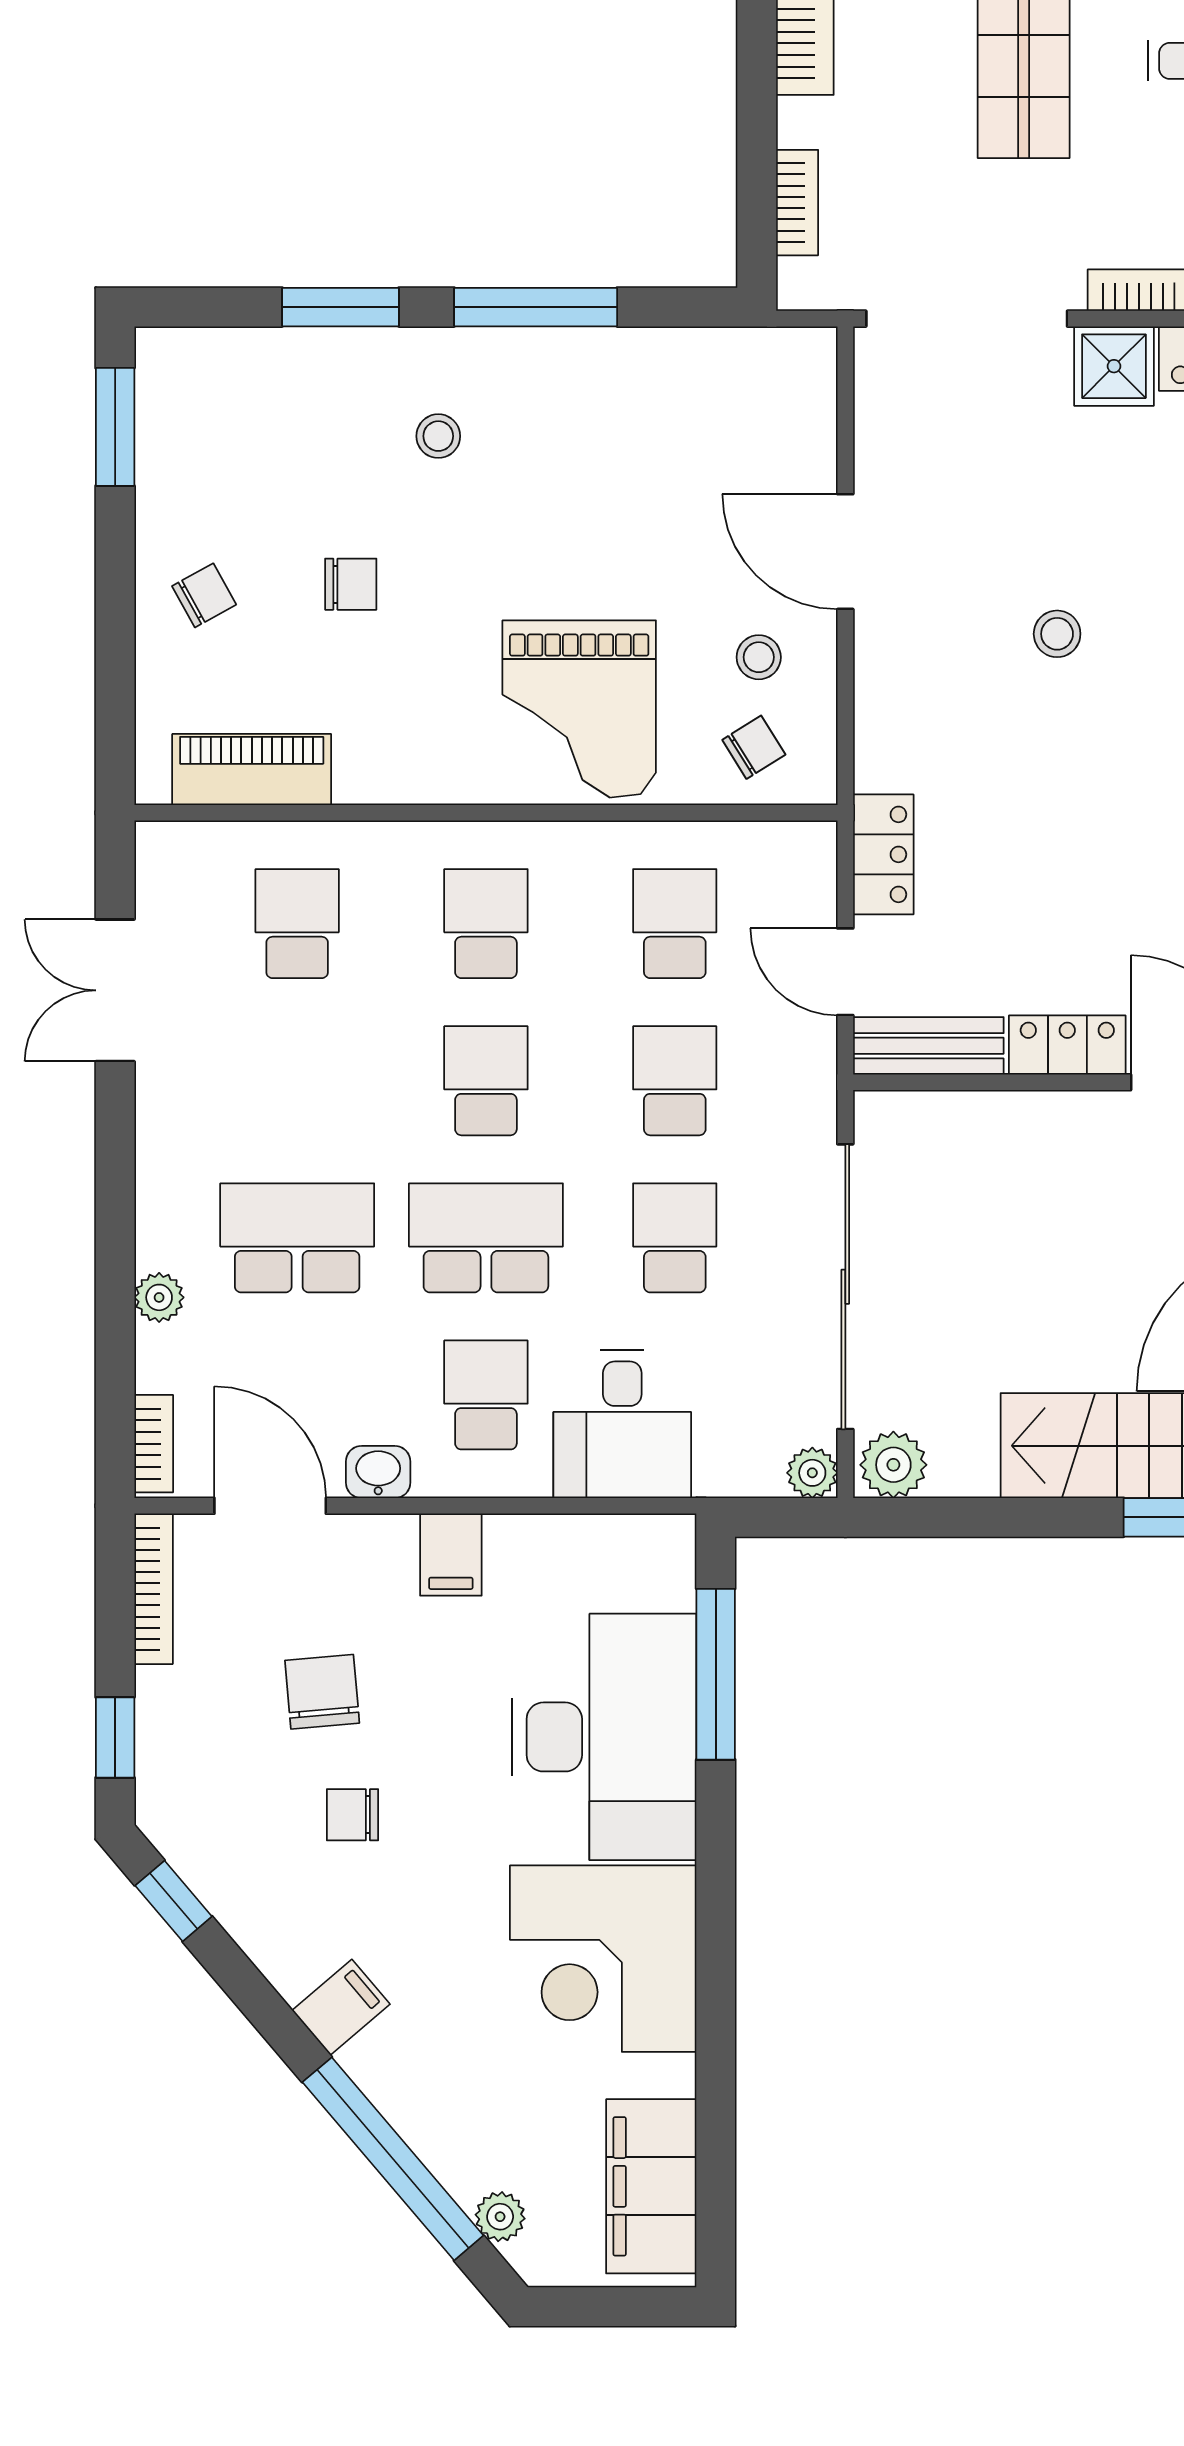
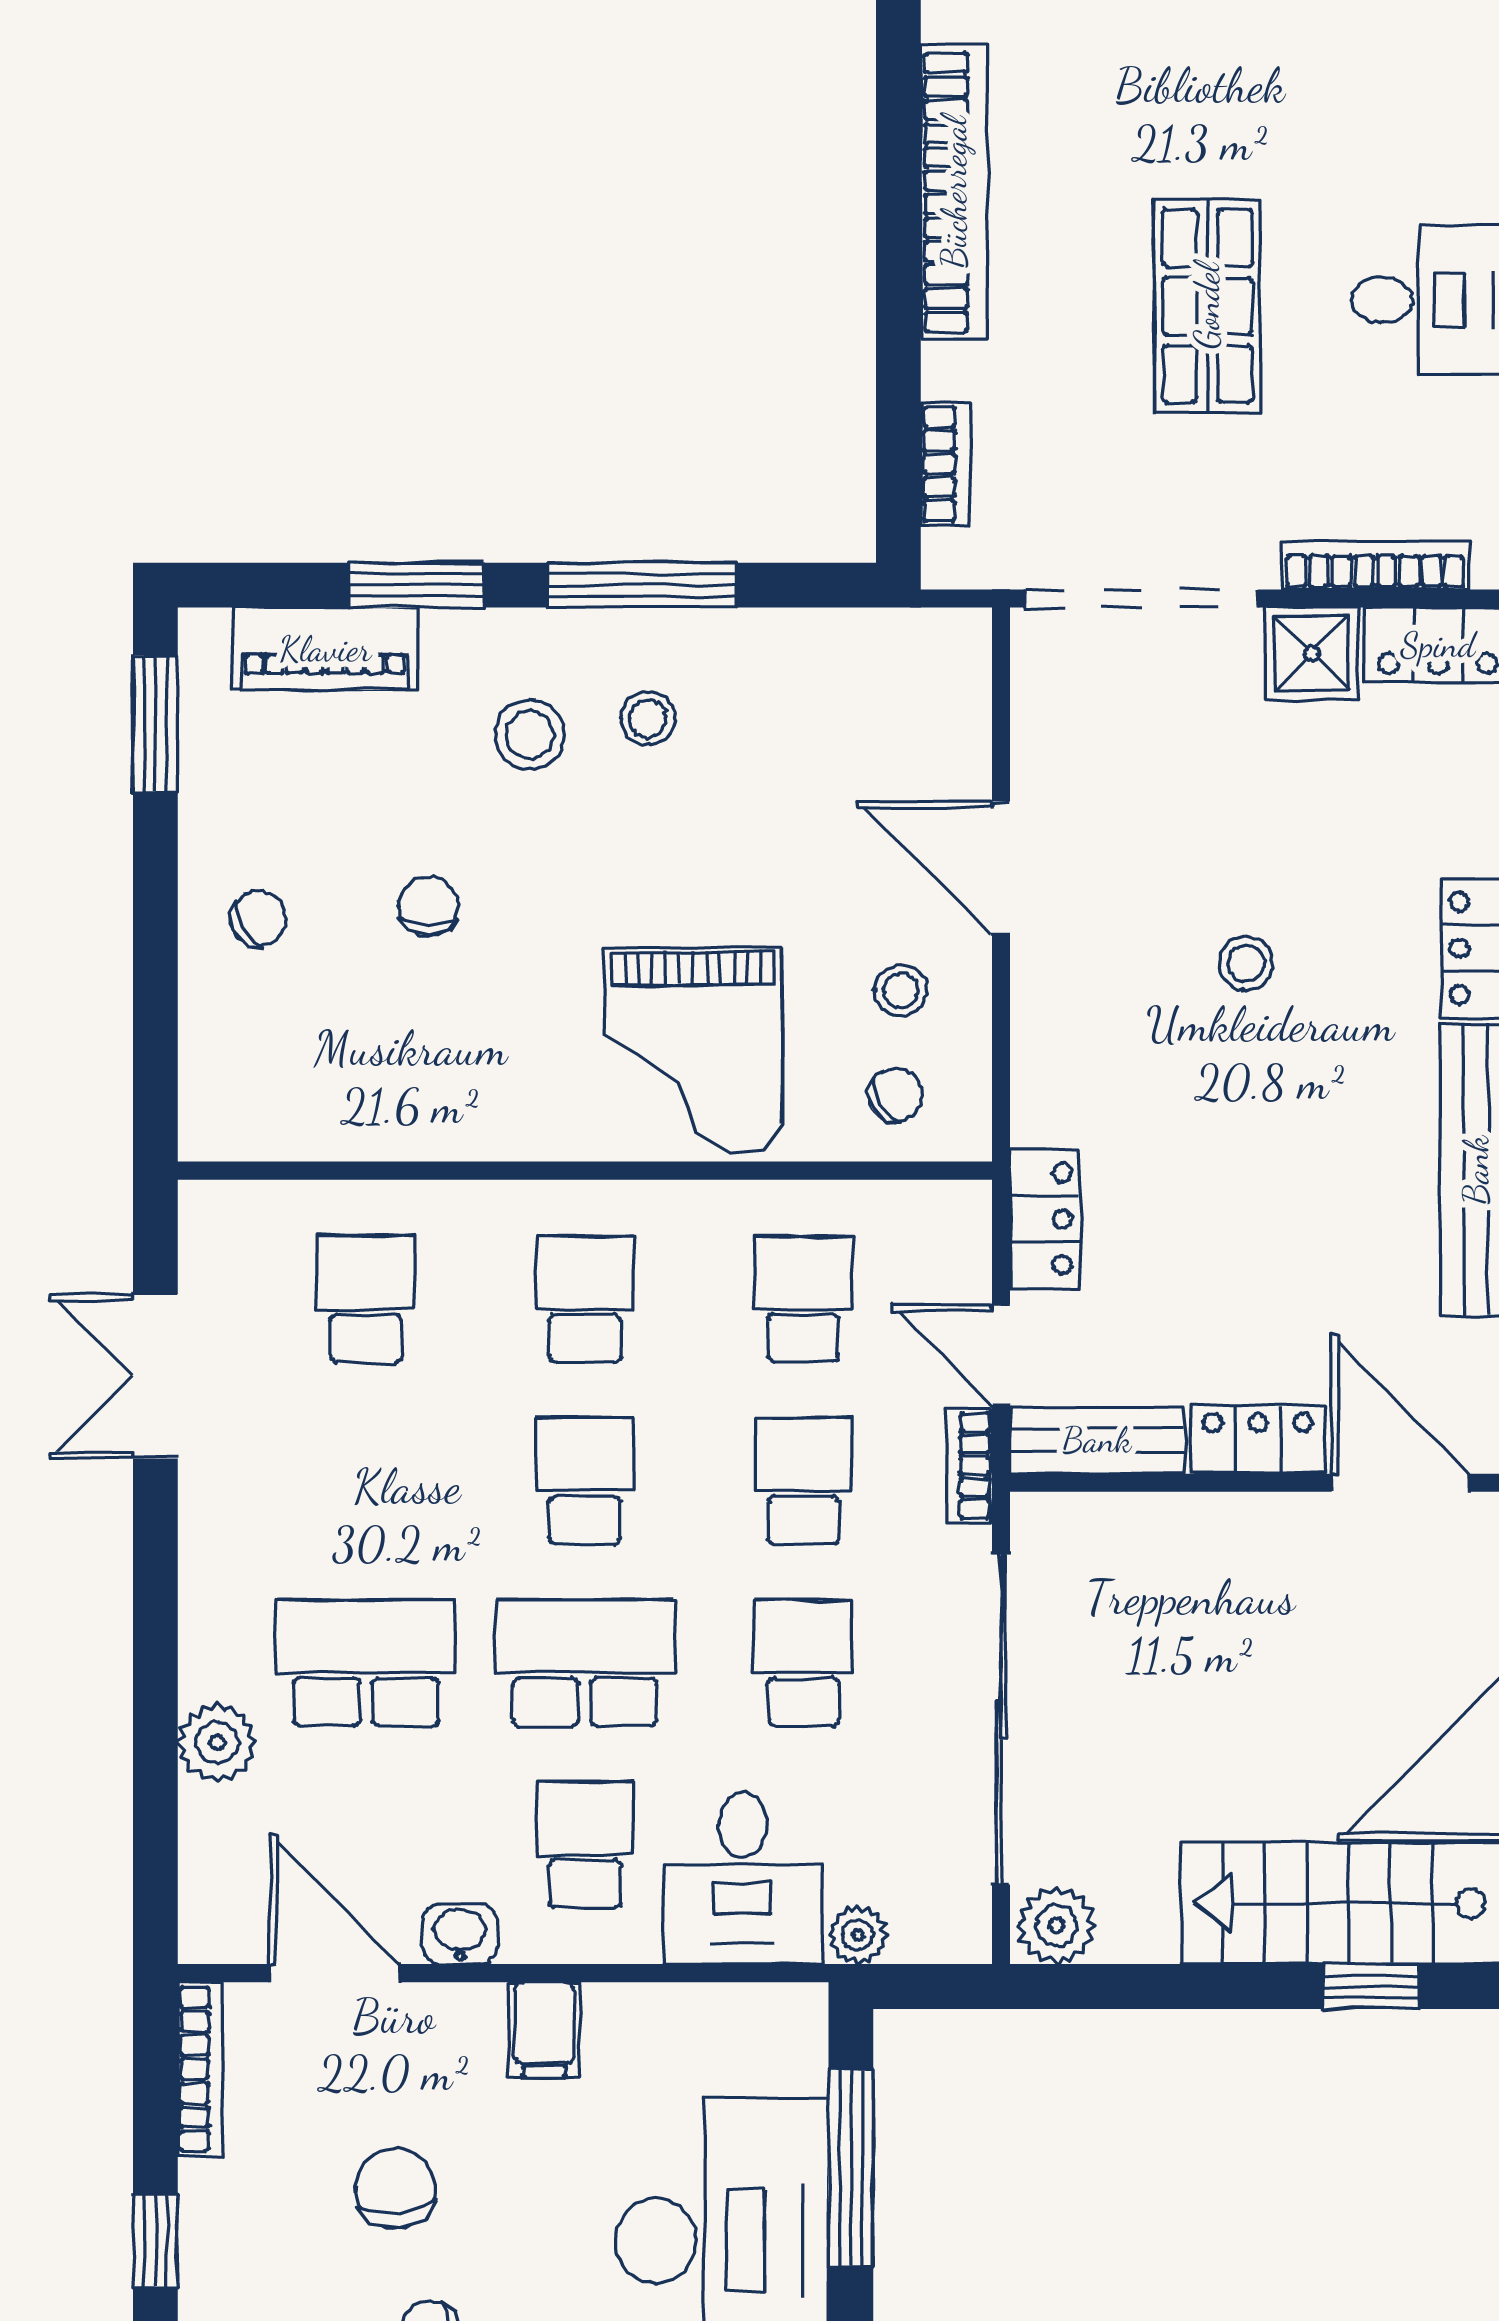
stool: (541, 422) -> (648, 718), added
stool: (438, 436) -> (530, 734), width x1.37, depth x1.37
chair: (351, 584) -> (428, 906), turned -90
piano: (252, 769) -> (325, 649), moved, turned 180
plant: (159, 1297) -> (217, 1743), width x1.38, depth x1.38
bookcase: (154, 1444) -> (969, 1465), moved, turned 180
plant: (812, 1473) -> (858, 1935), moved

